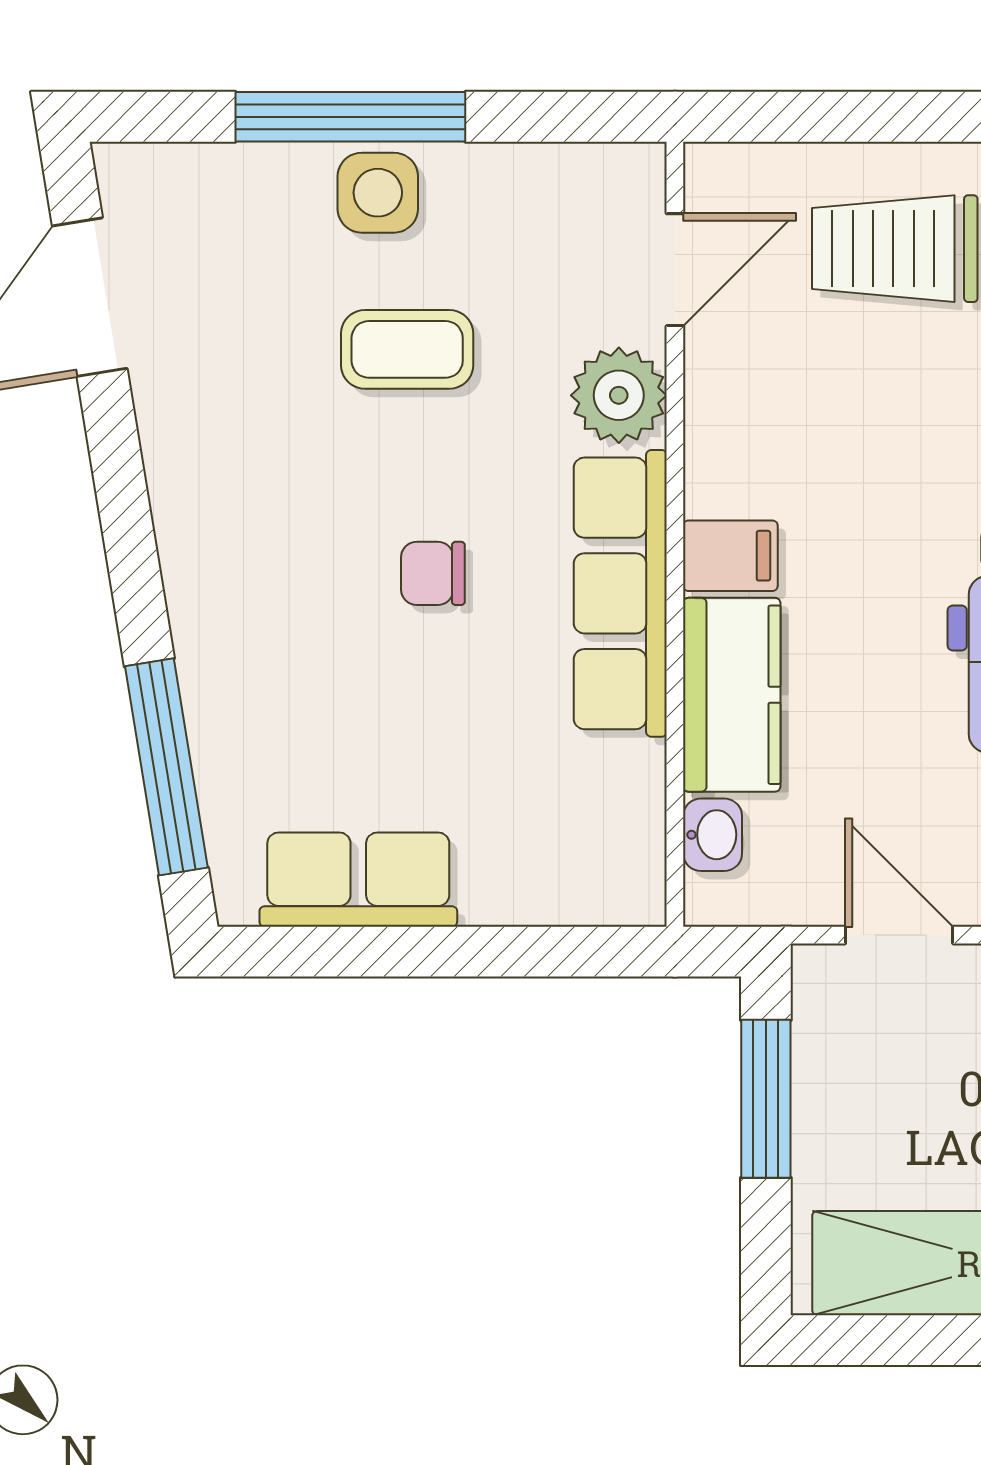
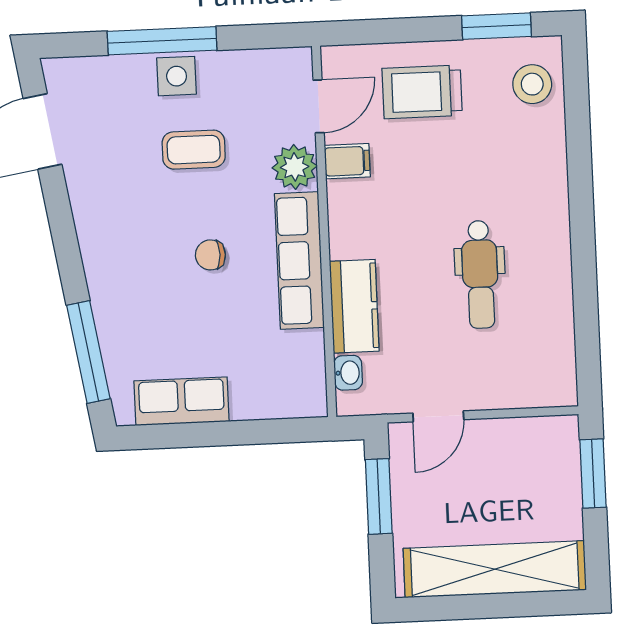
filing cabinet: (730, 556) -> (347, 161), moved
door: (899, 935) -> (438, 416), swing flipped

